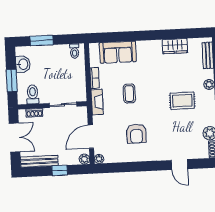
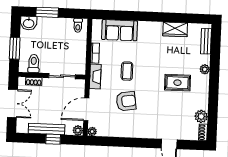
washbasin: (23, 64) -> (29, 23), moved, turned 90
armchair: (136, 134) -> (126, 101), moved, turned -99
bench: (39, 161) -> (47, 129), moved

